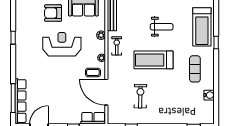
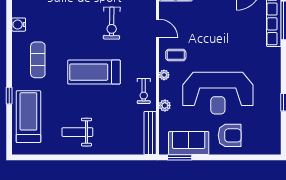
weight bench: (162, 27) -> (77, 132), moved
reception desk: (62, 44) -> (218, 93), width x1.36, depth x1.30
treadmill: (153, 60) -> (94, 72), turned 180
door: (106, 92) -> (158, 28), width x0.53

